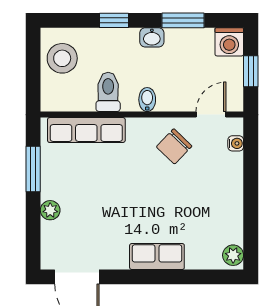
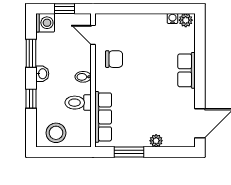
water cooler: (236, 143) -> (172, 18), moved
chair: (174, 146) -> (114, 59), turned -44

